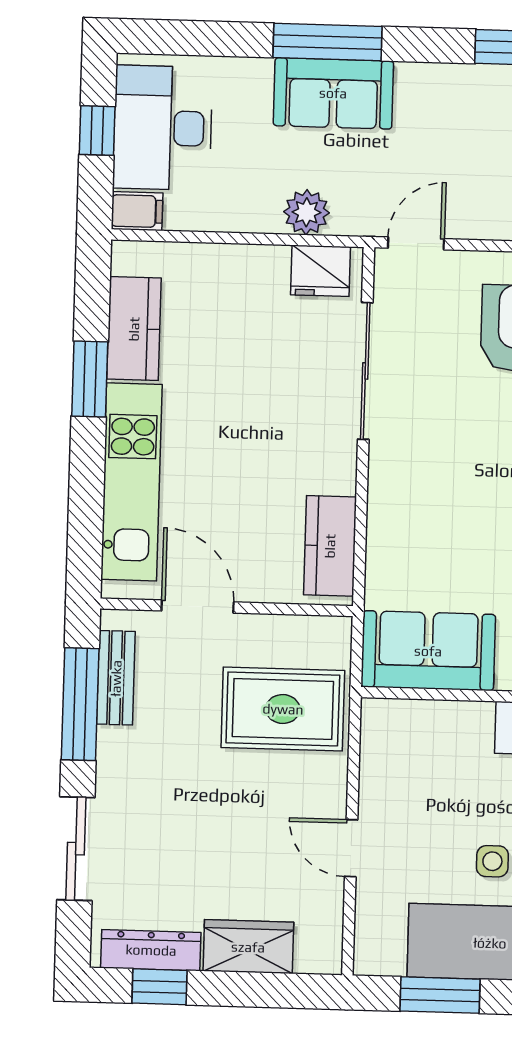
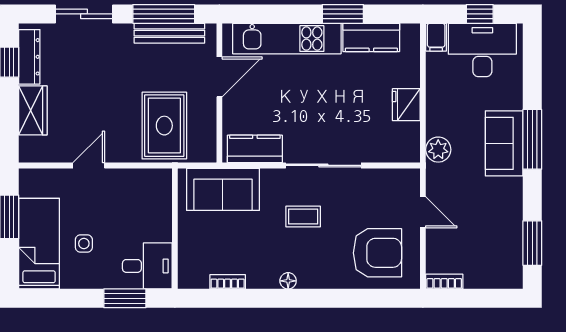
plant: (307, 212) -> (438, 150), moved
door: (416, 243) -> (423, 212), moved
fridge: (321, 271) -> (406, 105), moved
sliding door: (365, 371) -> (323, 165), moved
coffee table: (455, 462) -> (303, 217), added
sofa: (428, 651) -> (223, 189), moved, turned 90
bench: (116, 678) -> (169, 33), width x1.36

